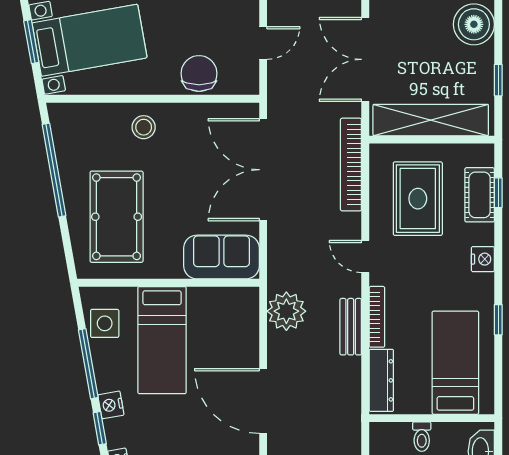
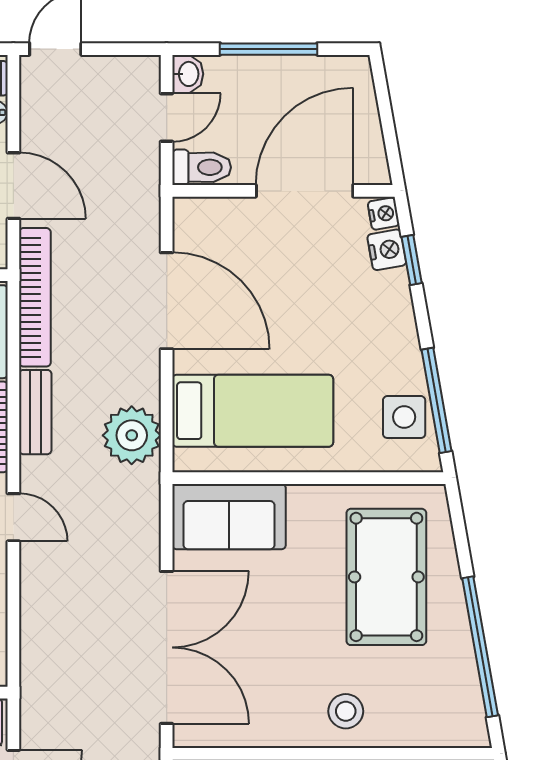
bookcase: (351, 165) -> (35, 297), moved
bed: (162, 340) -> (253, 411), moved, turned 90
window: (88, 364) -> (437, 400), moved
nightstand: (111, 405) -> (387, 250), moved

